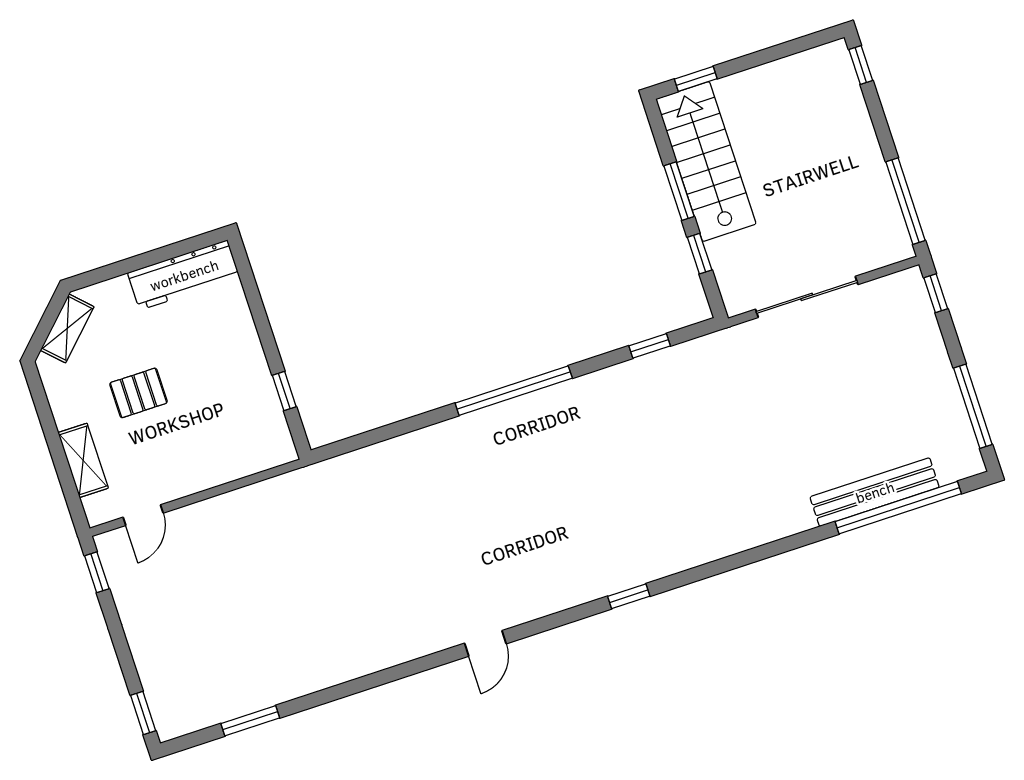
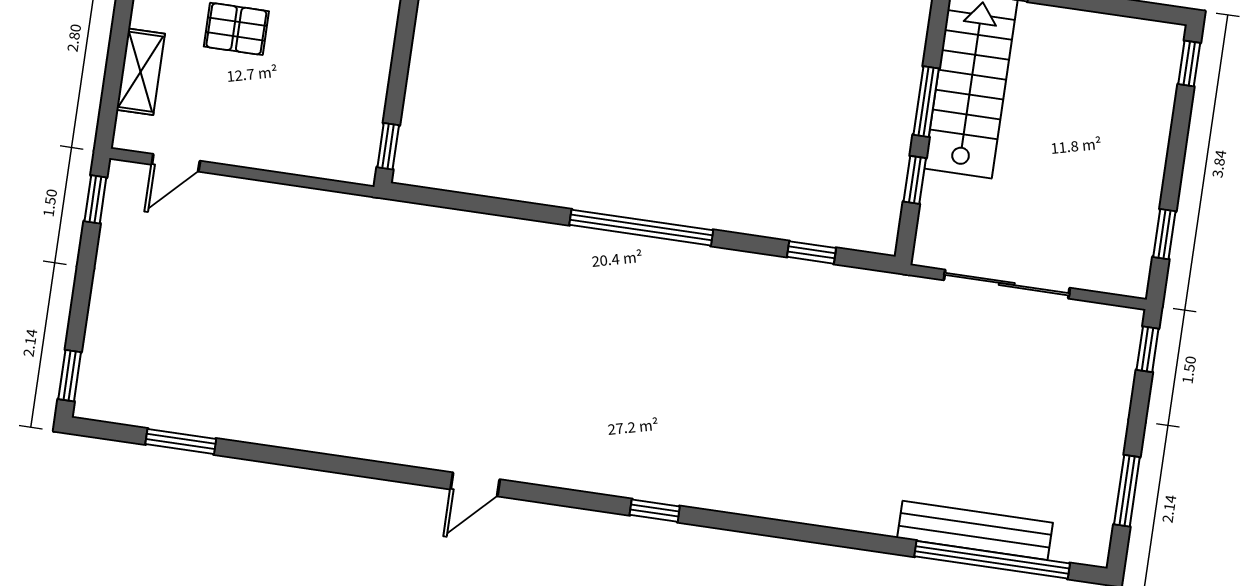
window: (906, 201) -> (1164, 234), width x0.46
window: (284, 391) -> (388, 146), moved
window: (973, 406) -> (1127, 491), width x0.69

